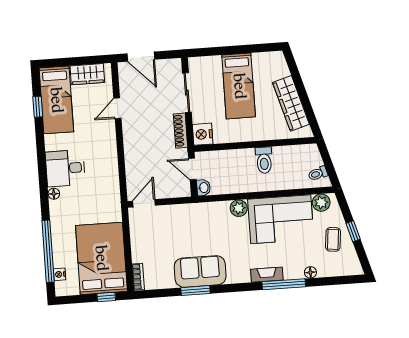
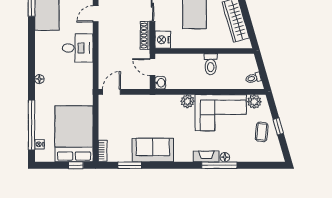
desk: (65, 168) -> (78, 48), moved, turned 180
floor lamp: (310, 272) -> (225, 157), moved
window: (196, 291) -> (130, 165), moved

